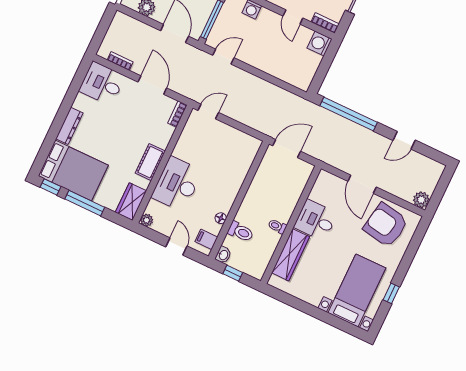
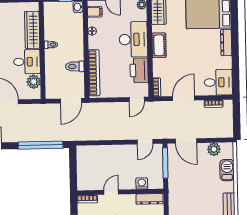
door: (293, 17) -> (111, 192), hinge flipped
washing machine: (320, 44) -> (84, 183), removed
door: (152, 85) -> (184, 98), swing flipped
printer: (188, 144) -> (139, 70), added
bookcase: (243, 168) -> (94, 73), added
plant: (319, 193) -> (34, 82), added
toilet: (241, 232) -> (75, 66), moved

